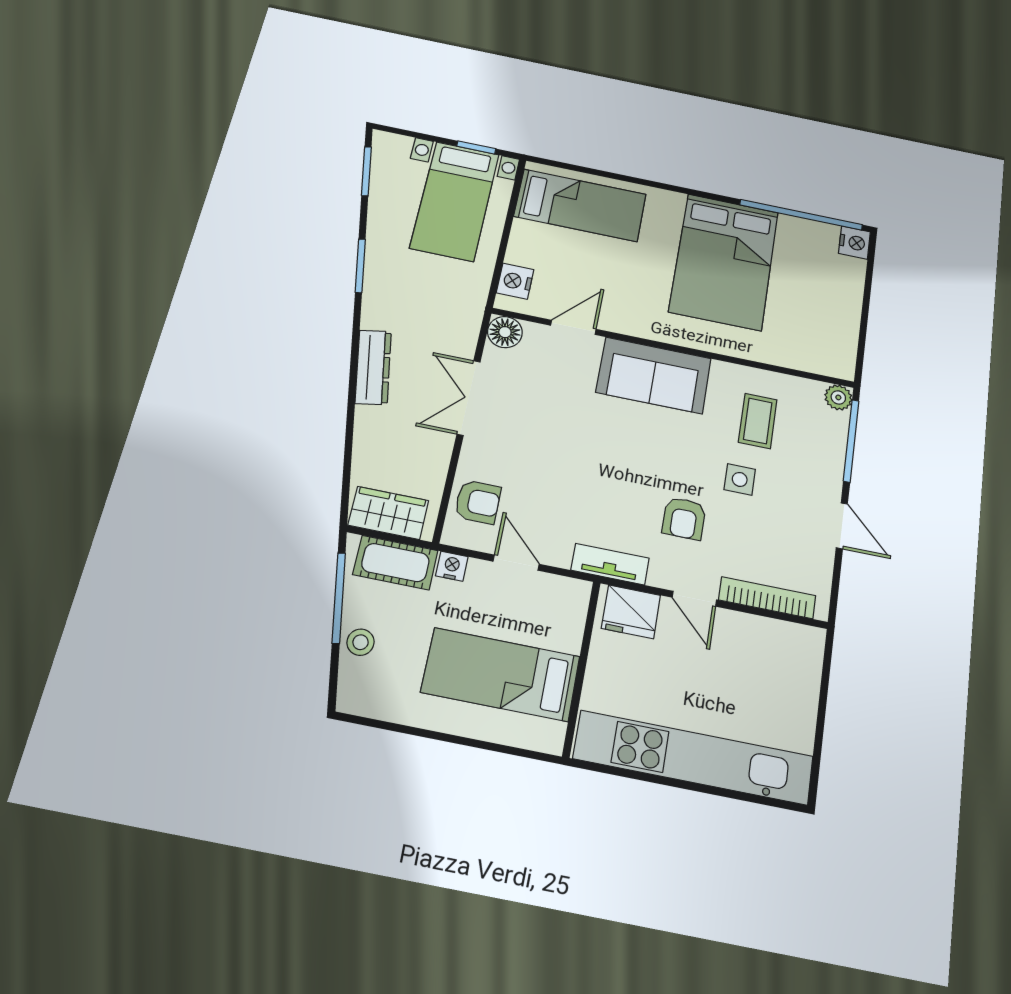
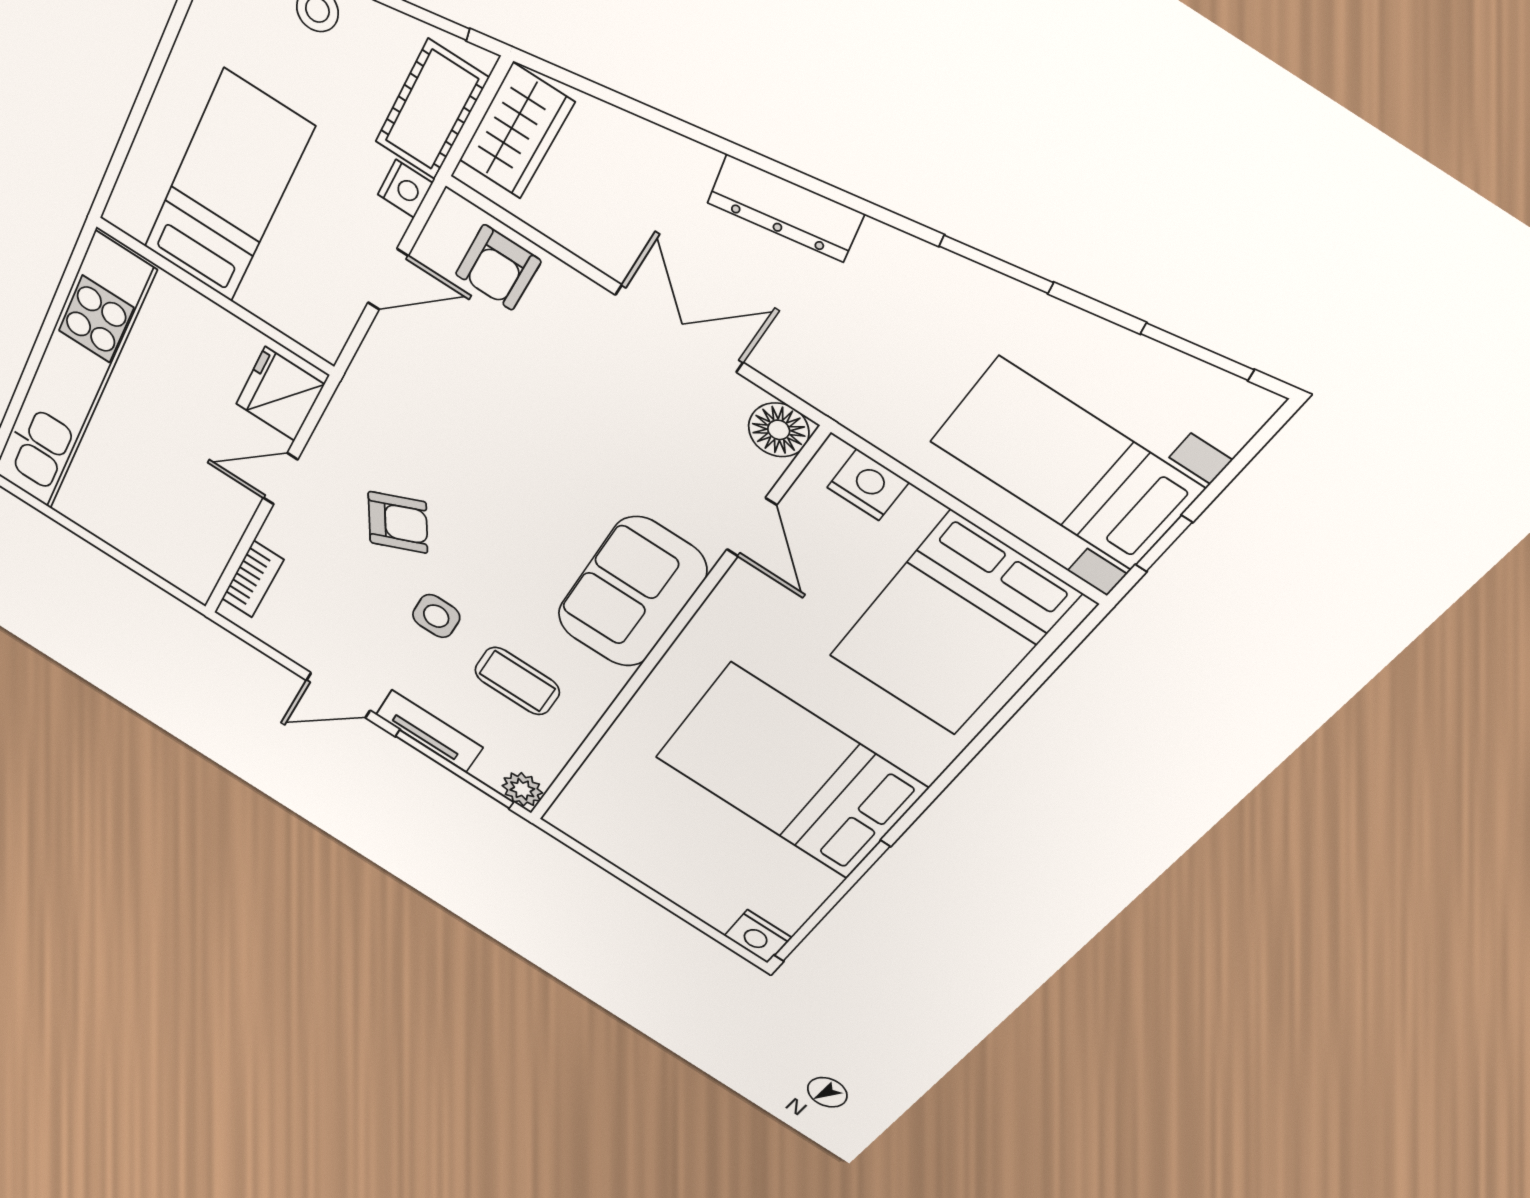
bed: (580, 205) -> (953, 625), width x1.50
armchair: (684, 518) -> (398, 522), turned 153
tv unit: (610, 564) -> (429, 731), moved, turned -90
bookcase: (767, 598) -> (253, 579), width x0.64

